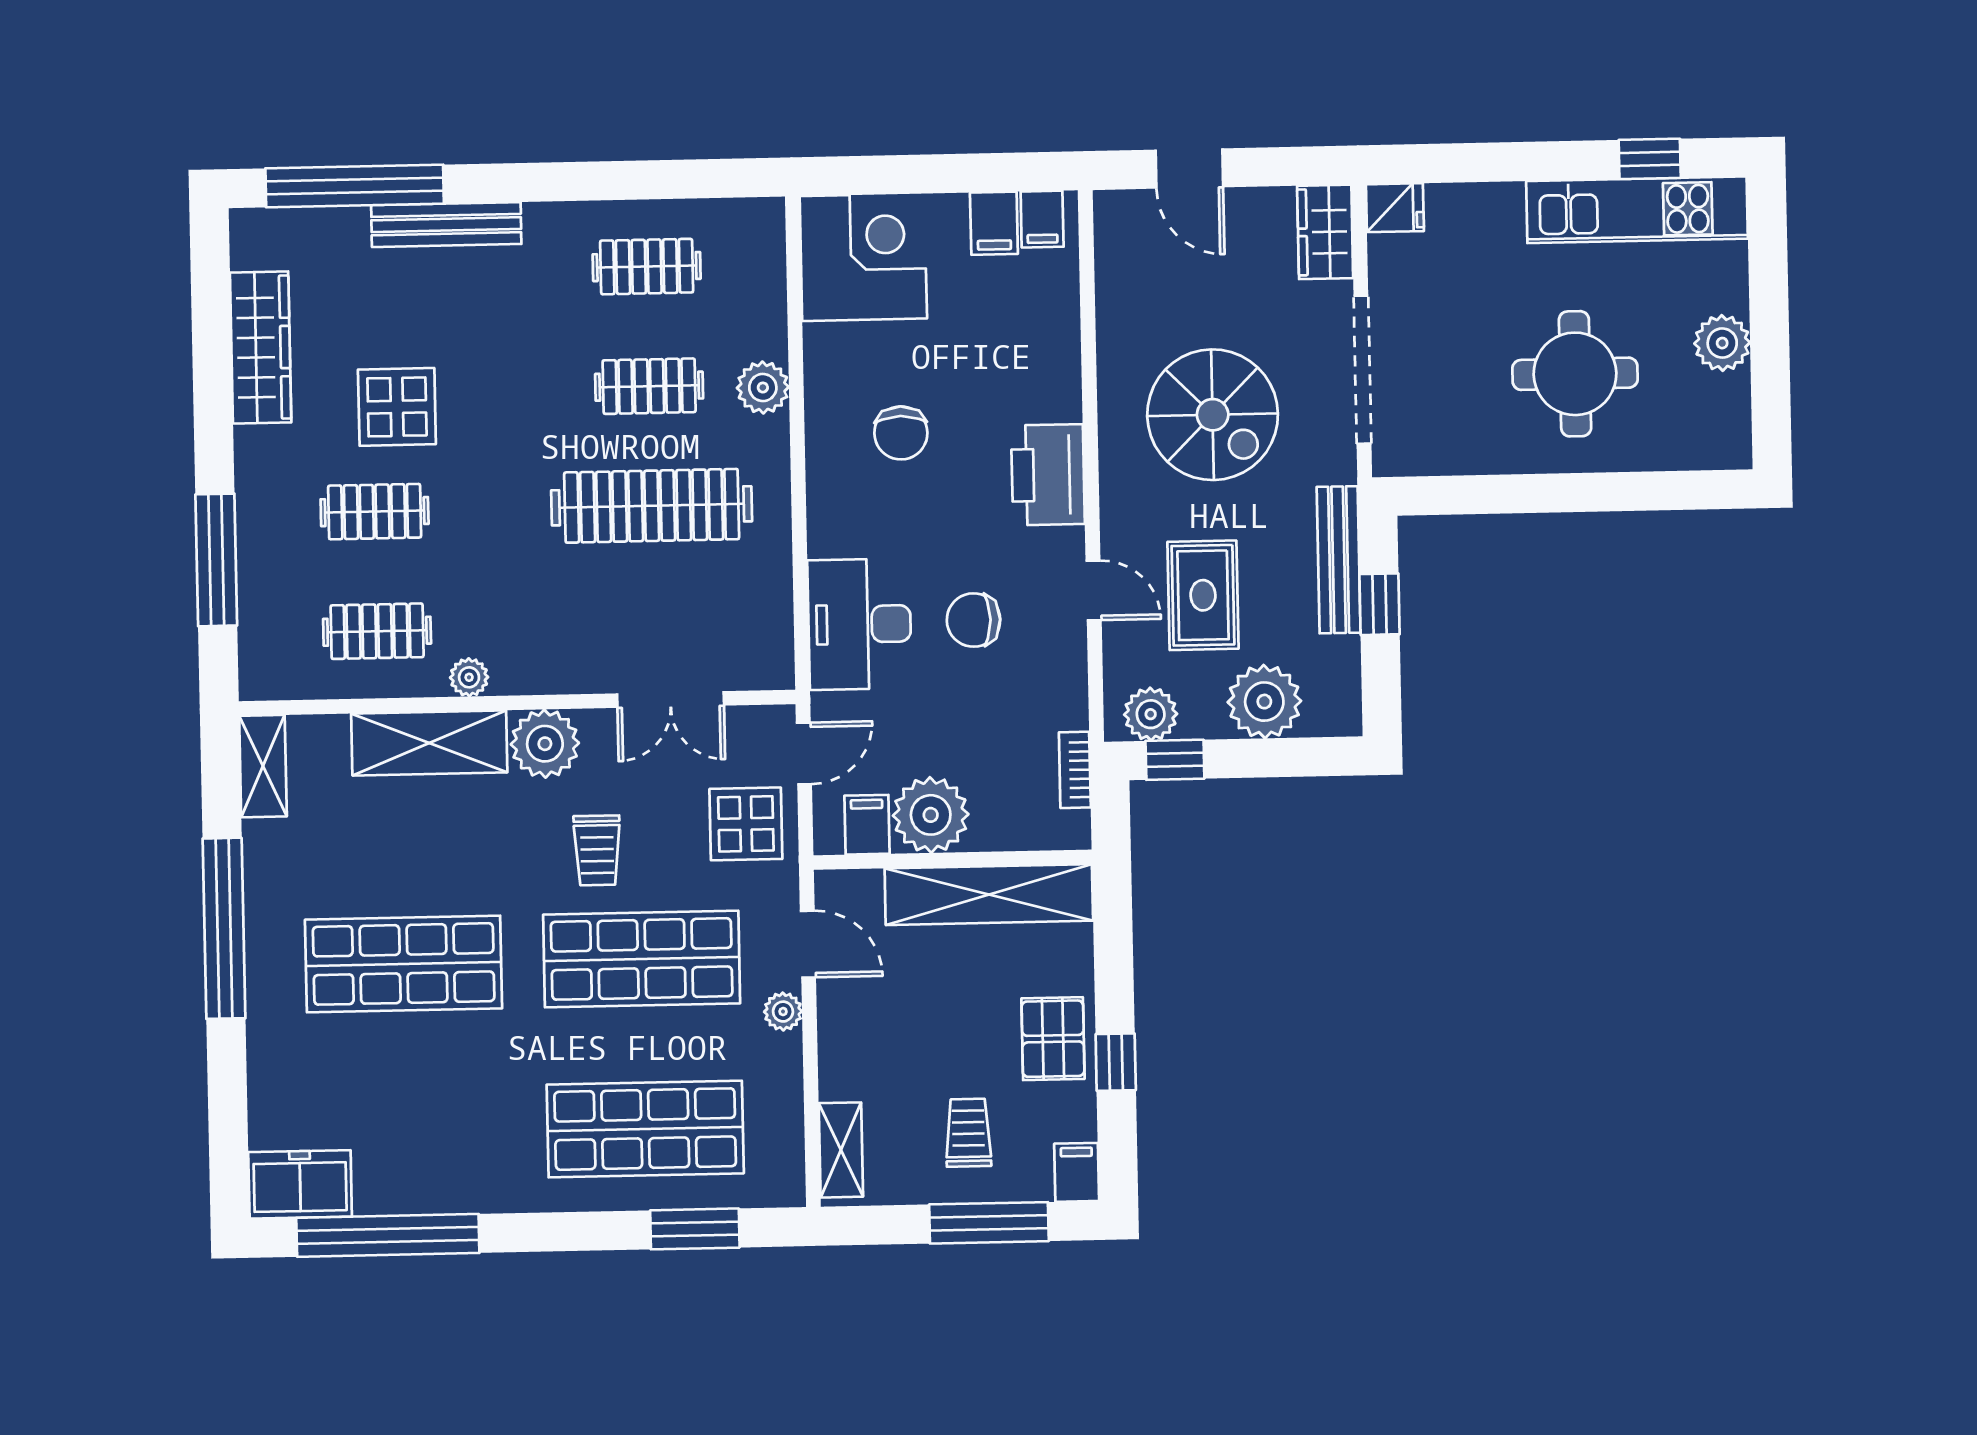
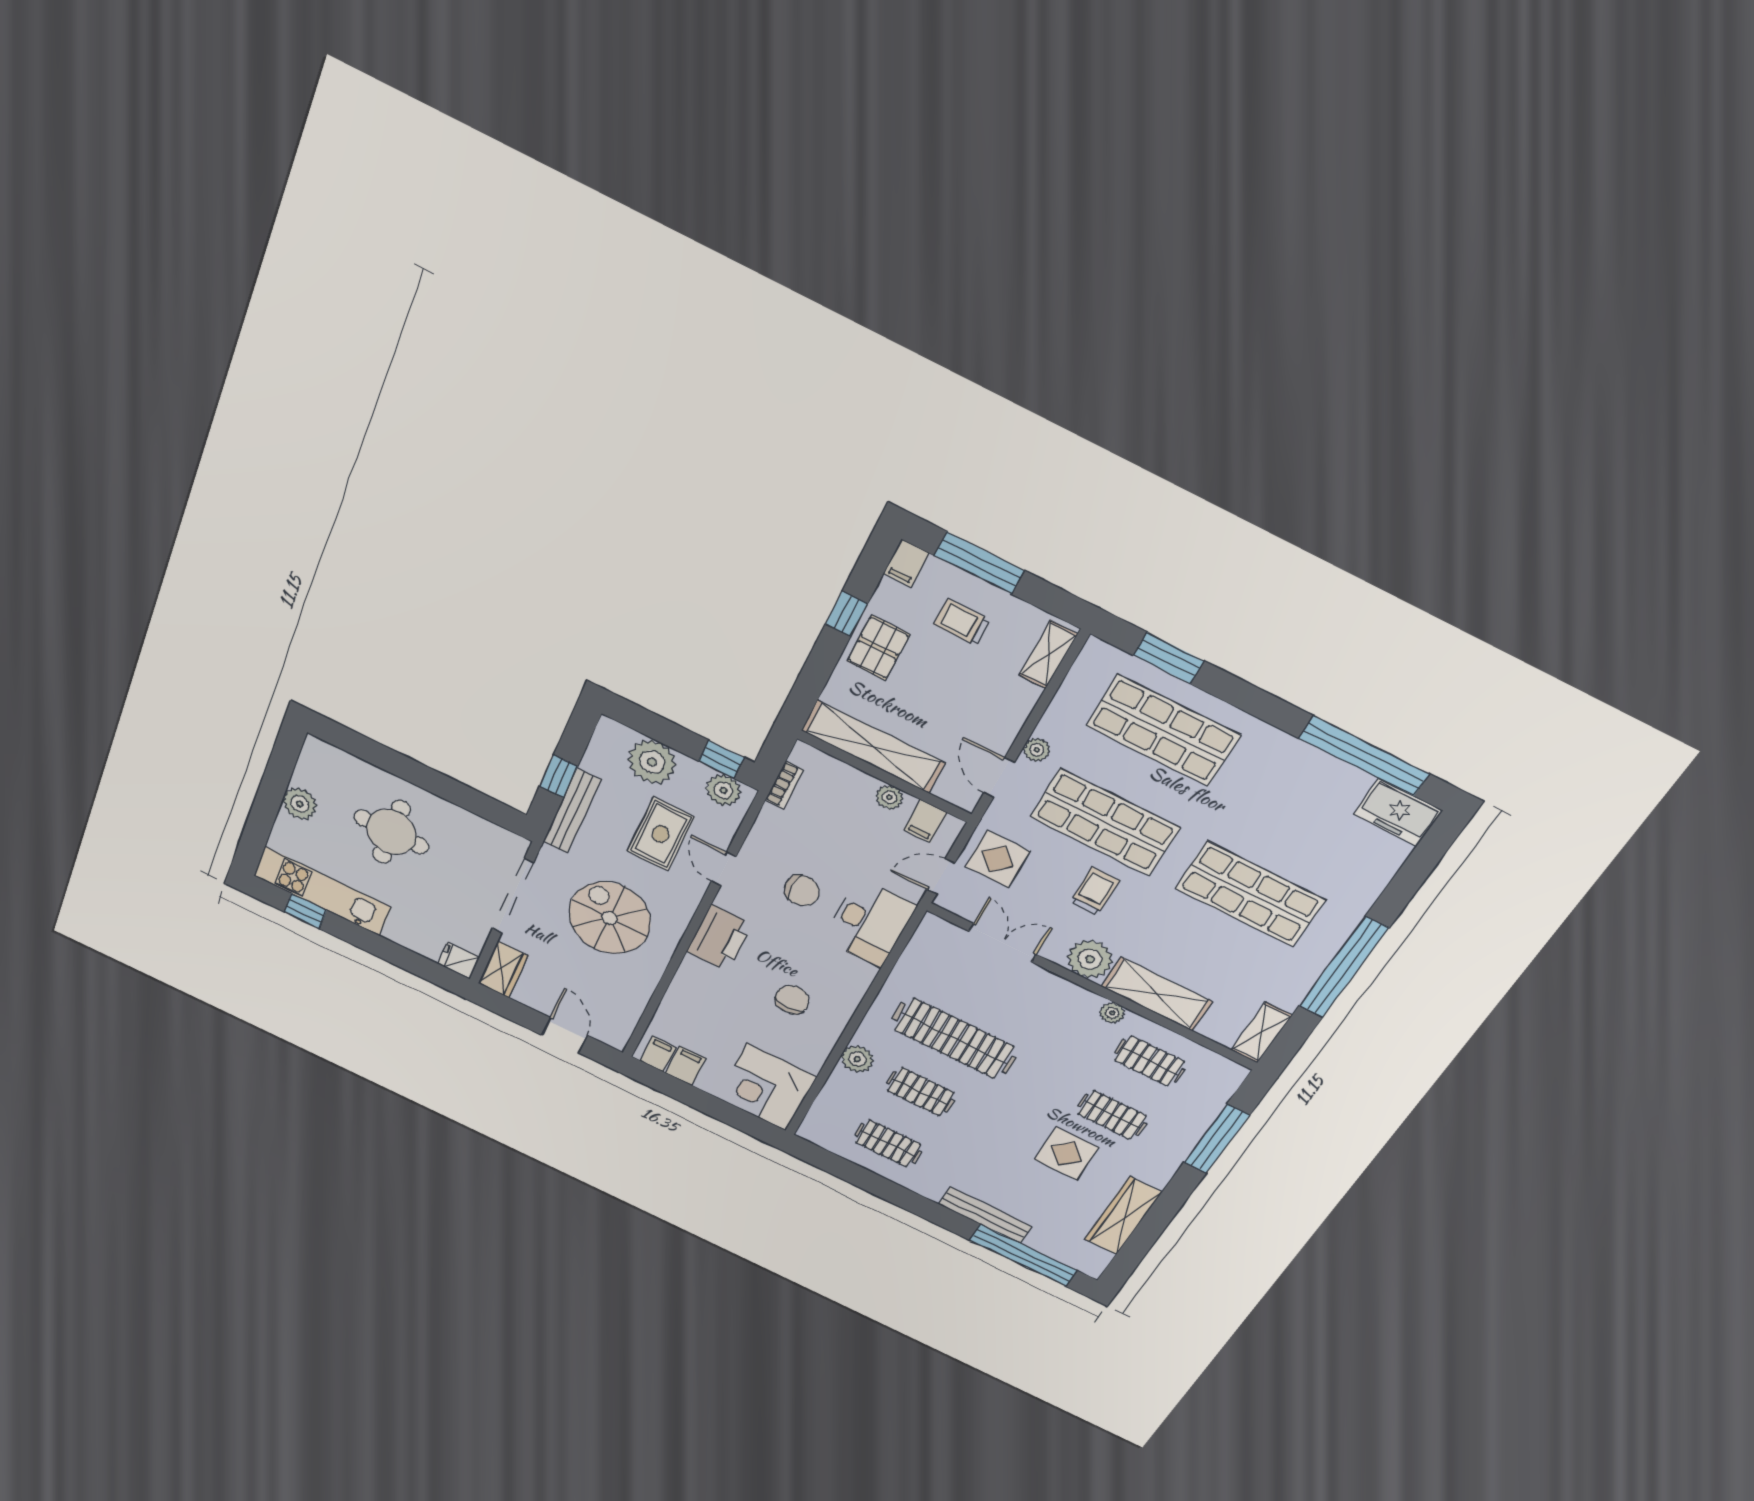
plant: (931, 815) -> (889, 797), width x0.53, depth x0.53
trolley: (968, 1133) -> (962, 622), turned 90

